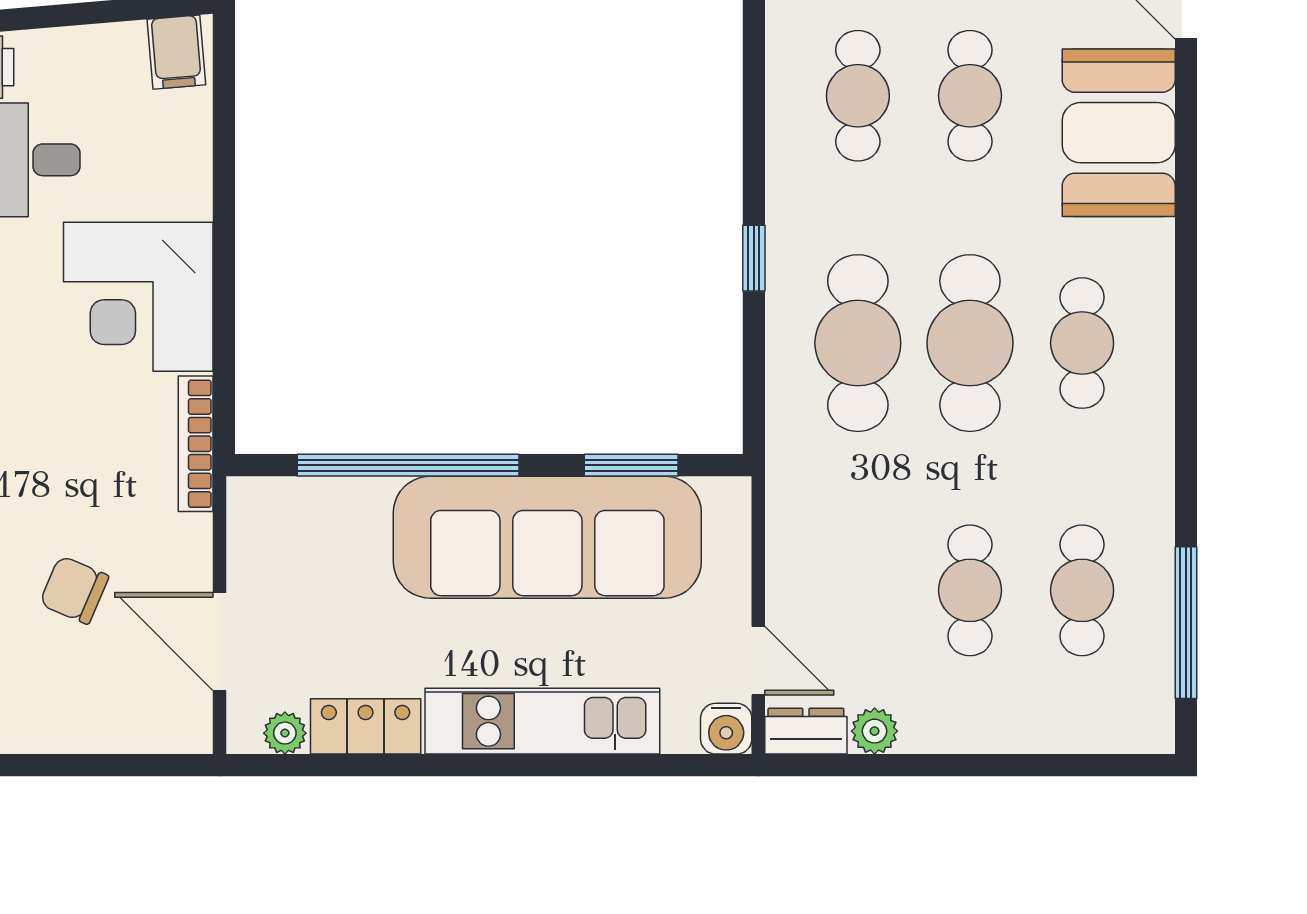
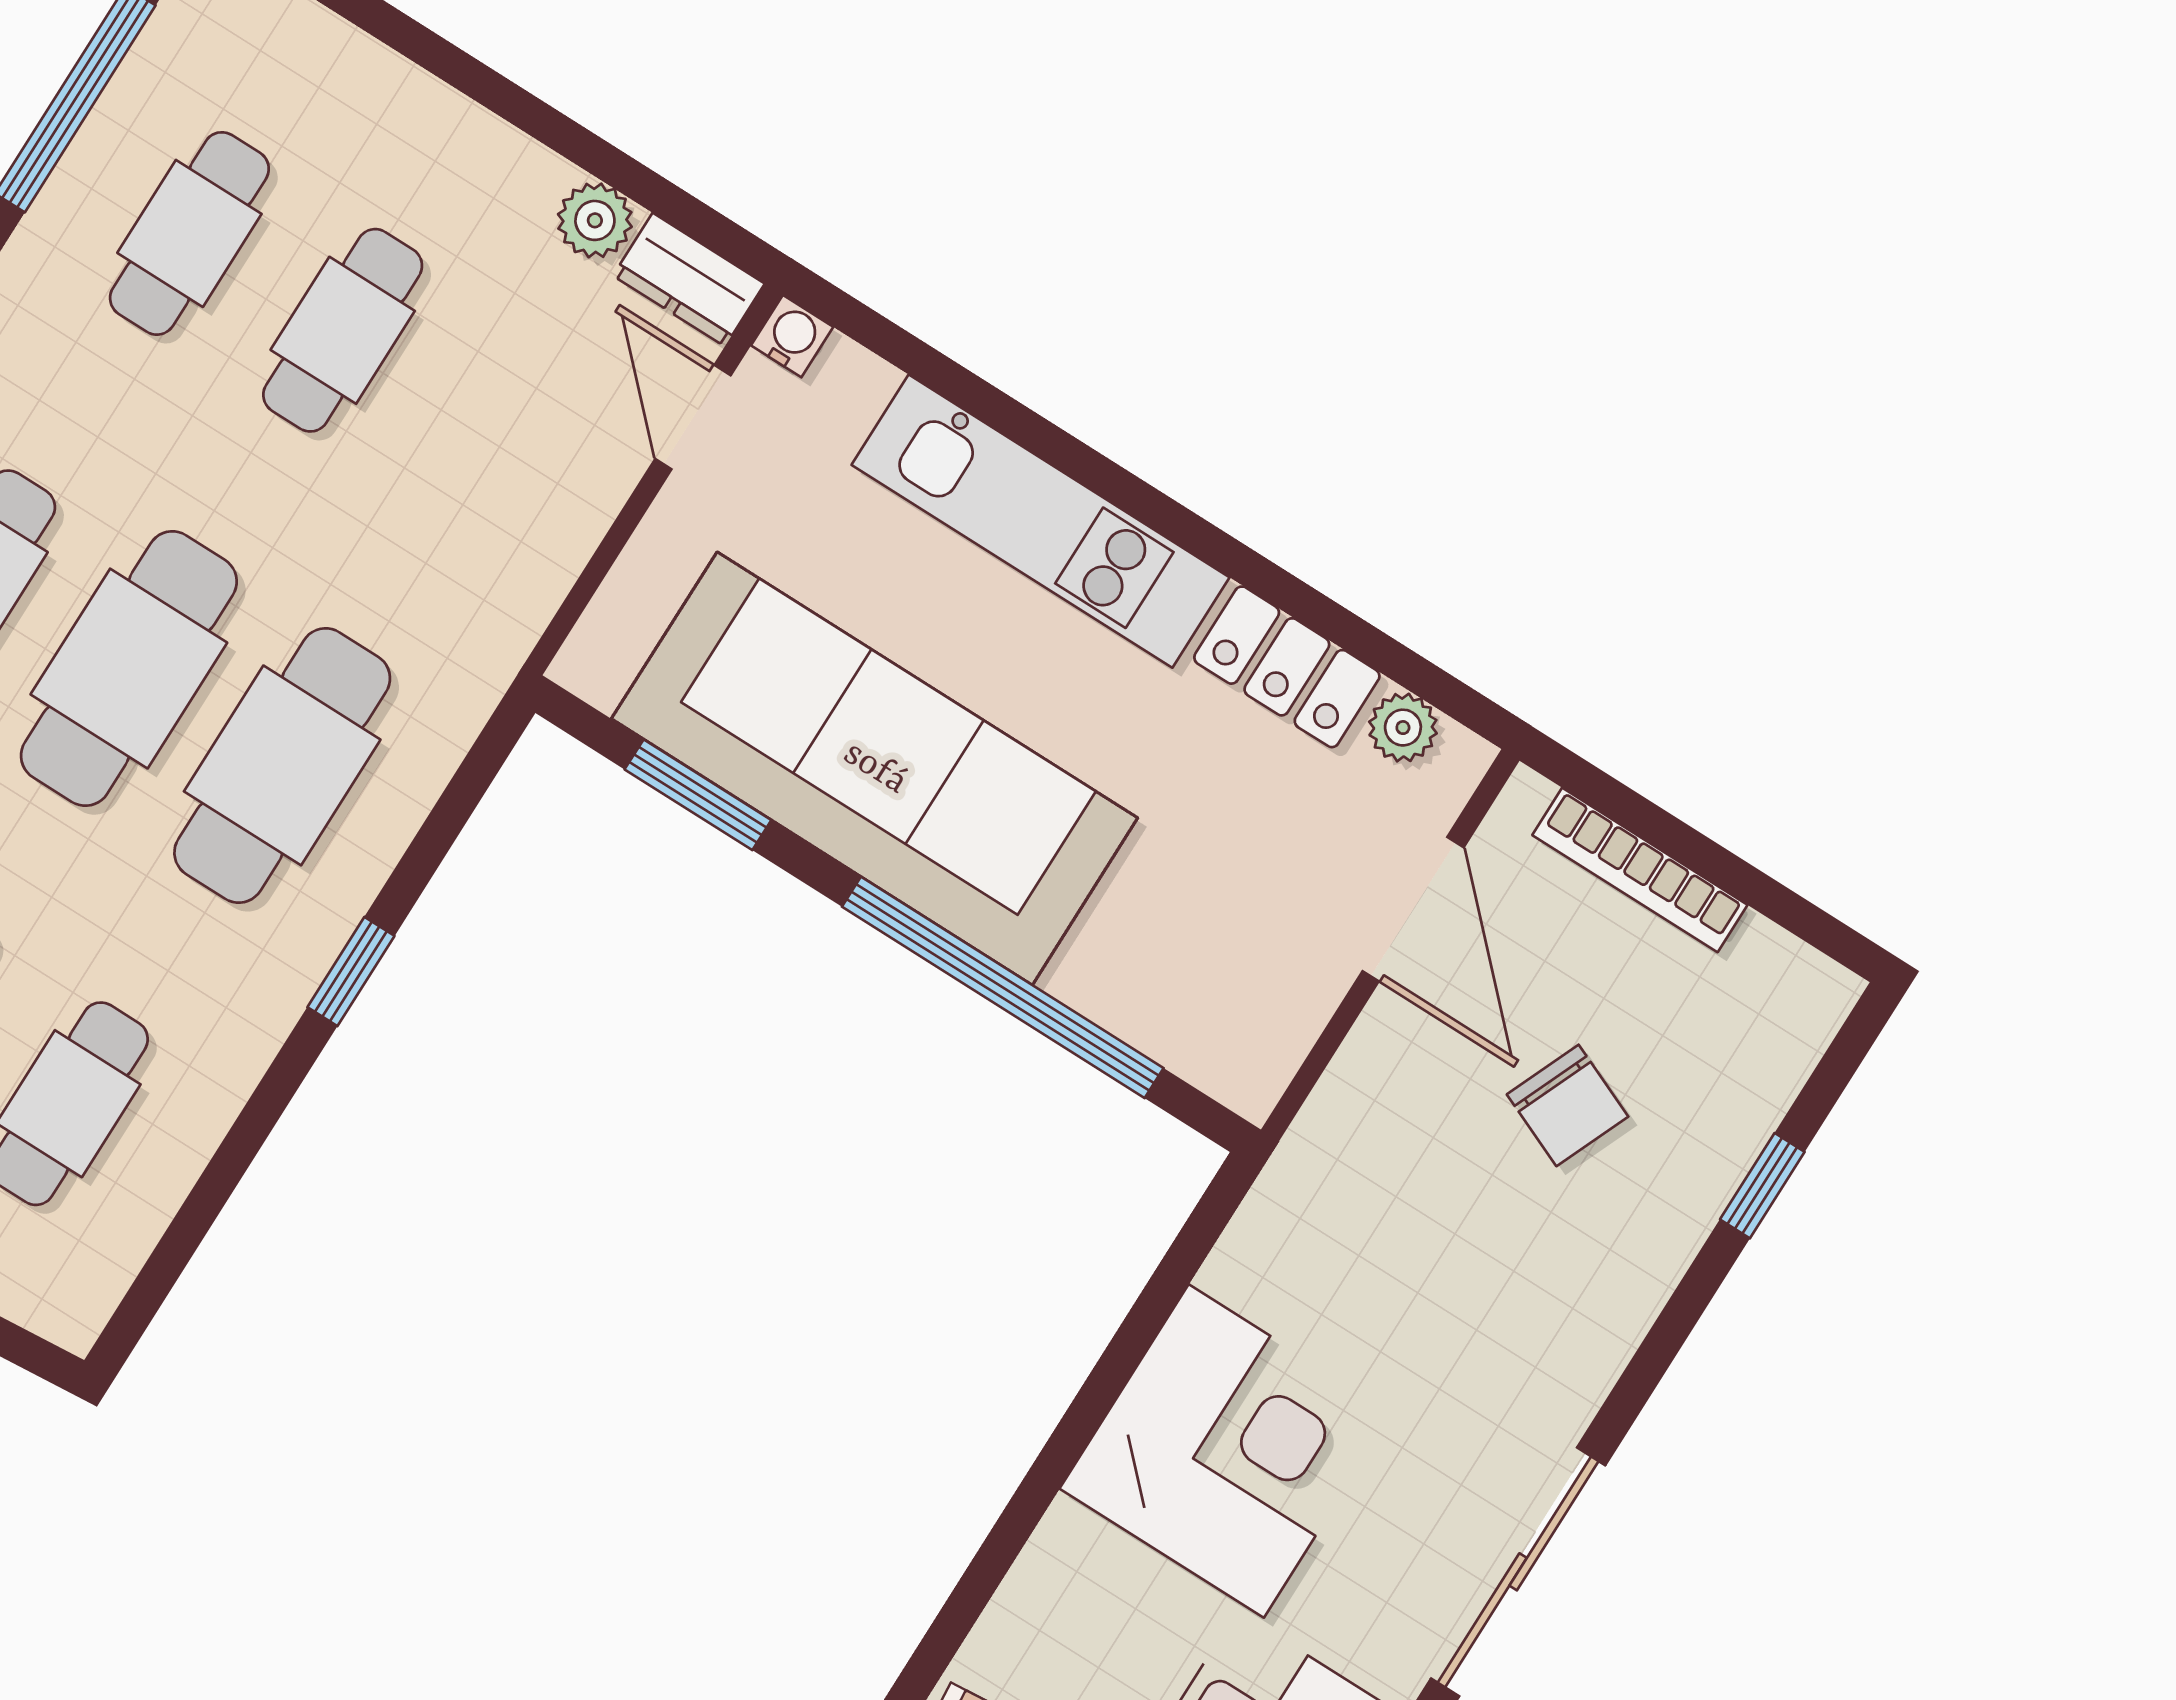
bookcase: (196, 444) -> (1640, 870), moved, turned 90
water cooler: (726, 729) -> (792, 336), width x0.72, depth x0.72

